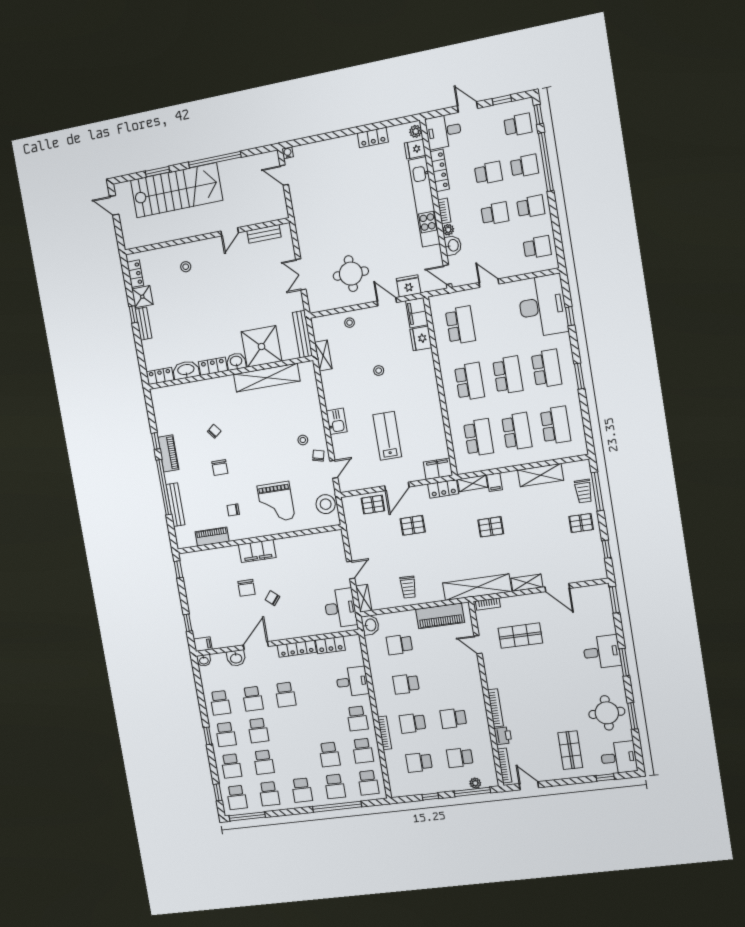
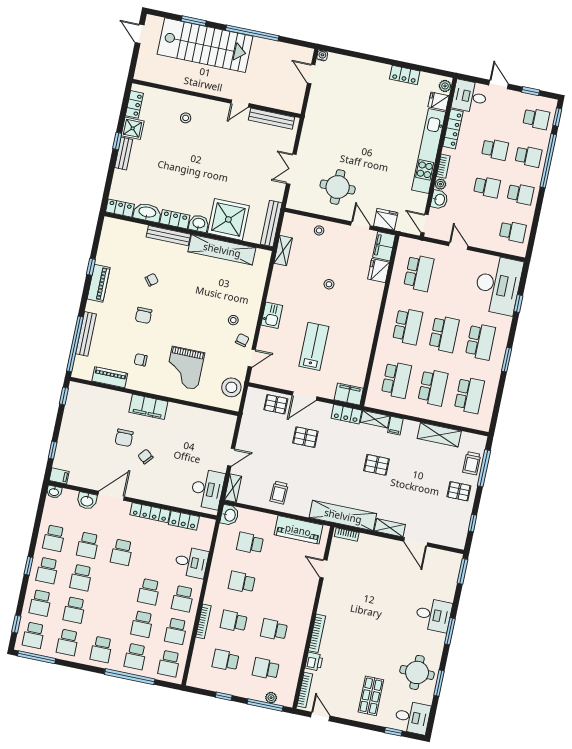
bench: (264, 234) -> (271, 119), width x1.36
bench: (213, 384) -> (168, 236), added
window: (164, 487) -> (75, 344), moved
shop shelf: (520, 636) -> (365, 574), removed
school desk: (324, 722) -> (149, 592), added

